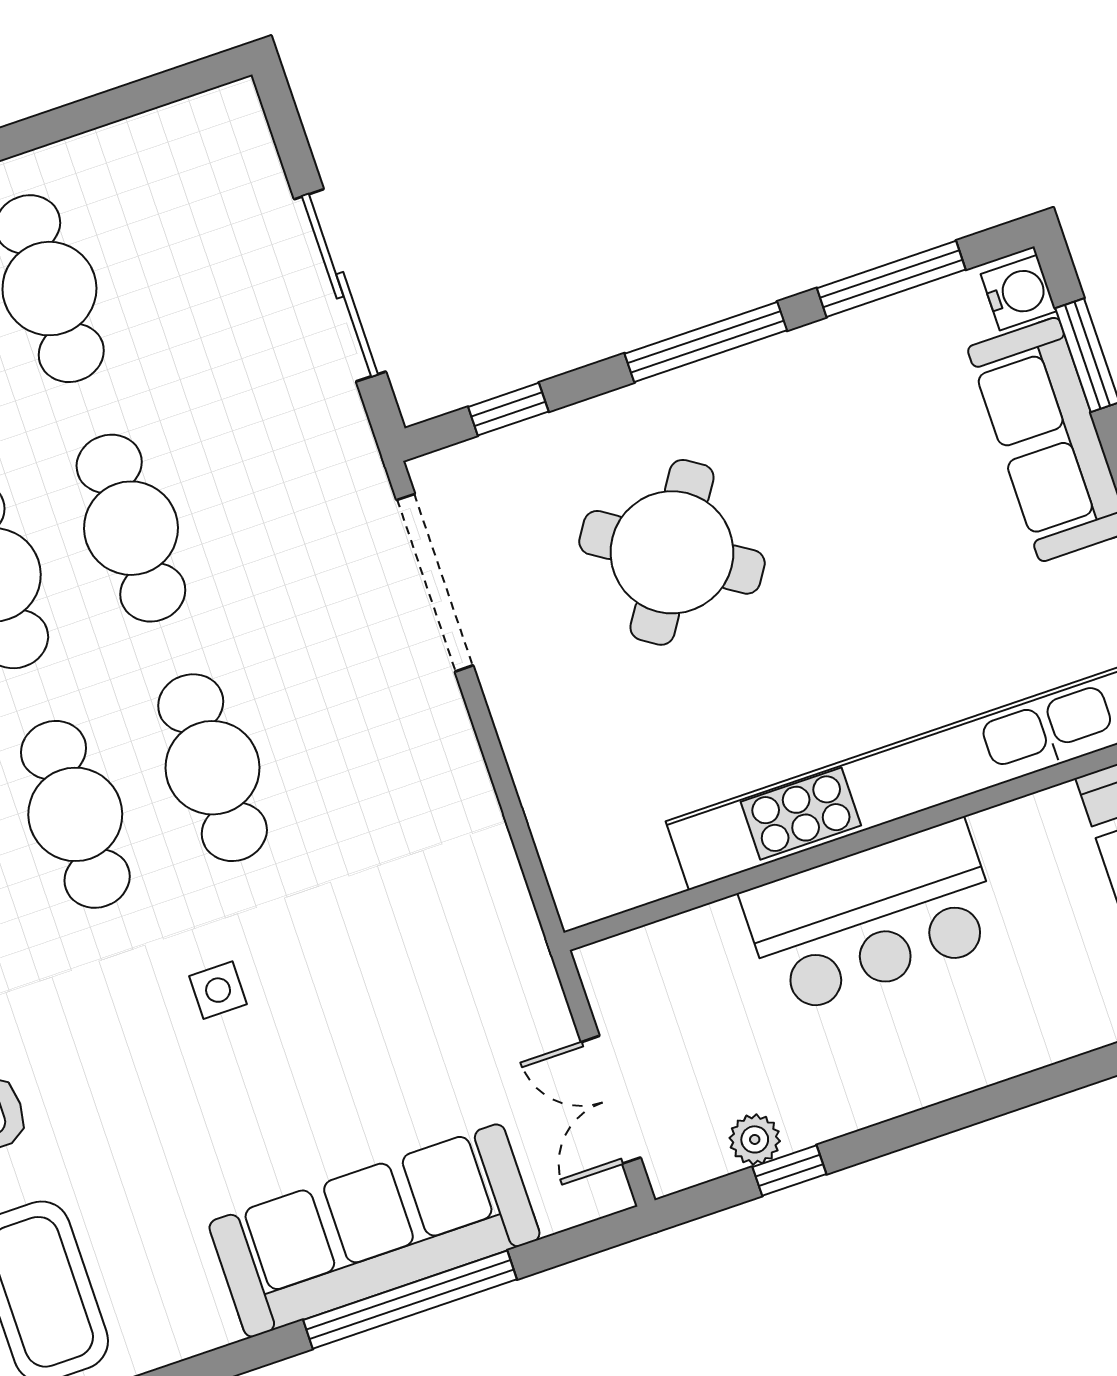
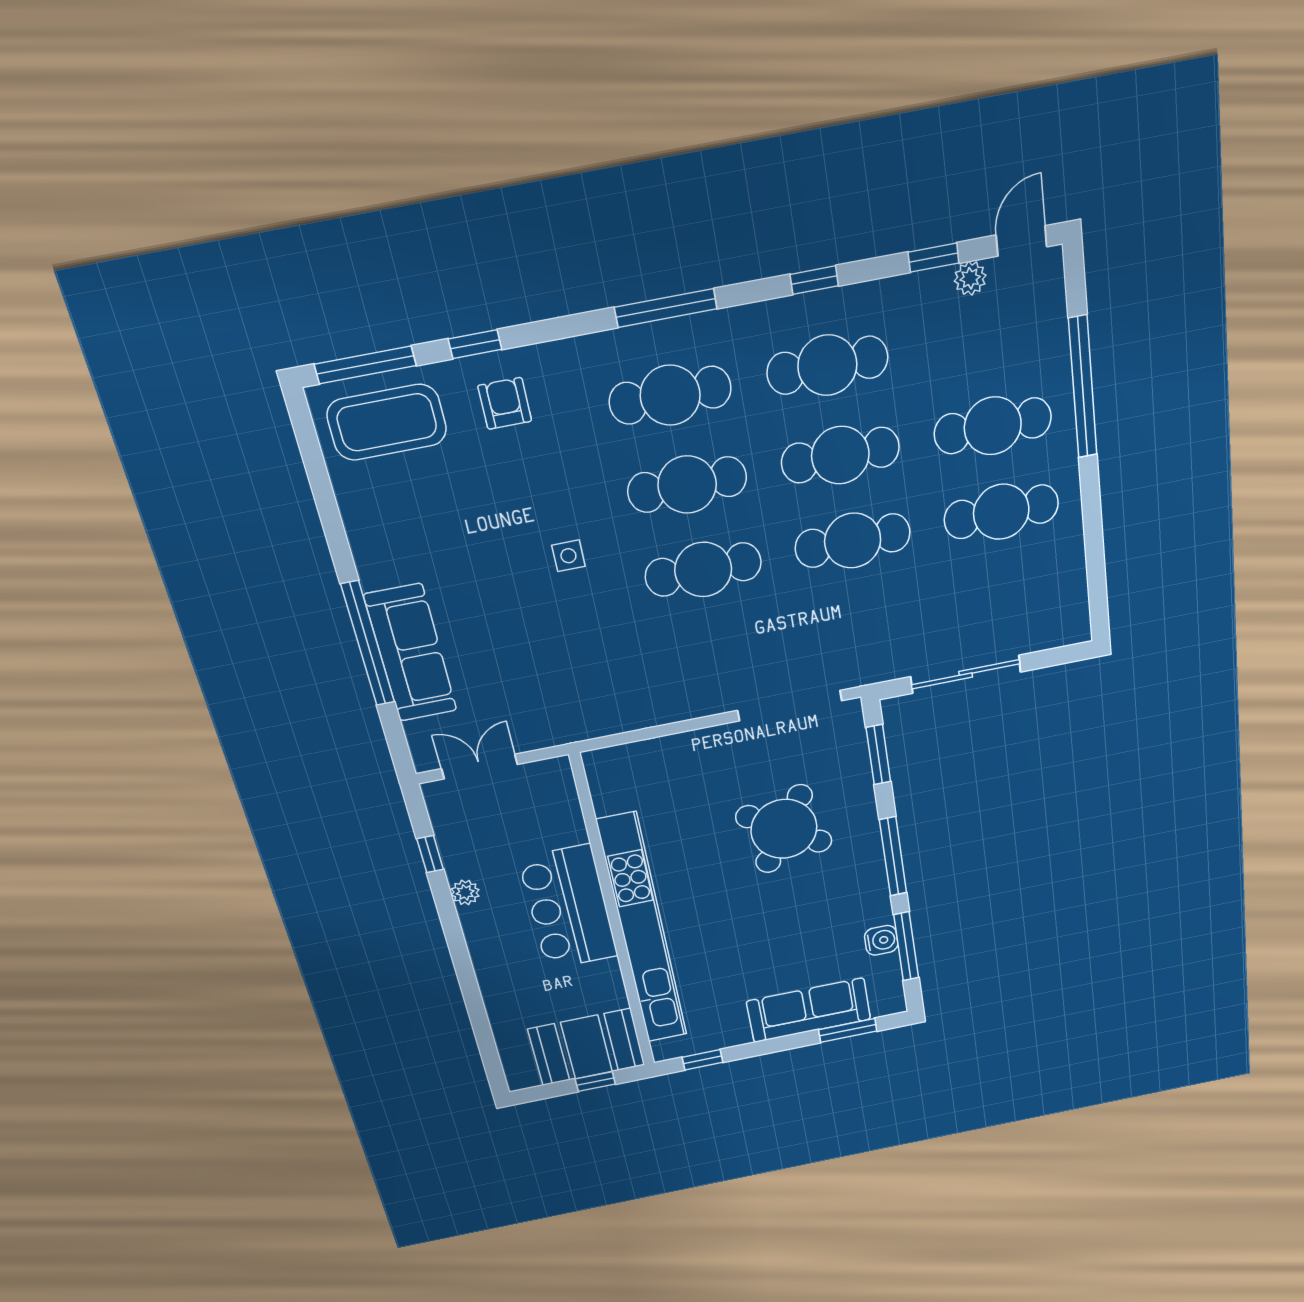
water cooler: (1019, 293) -> (881, 940), moved, turned -90
window: (508, 409) -> (878, 755), width x1.50
plant: (755, 1139) -> (465, 892), moved
sofa: (374, 1231) -> (411, 653), width x0.74, depth x0.79

